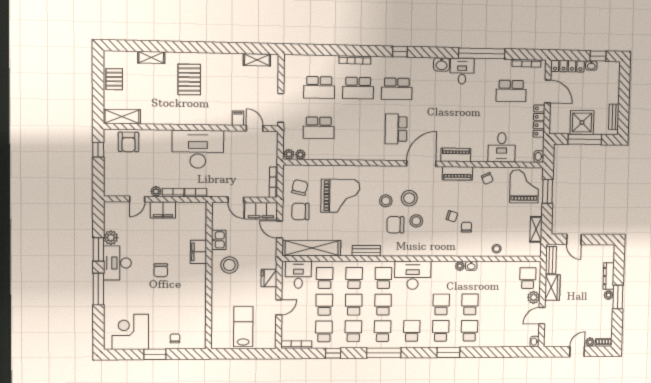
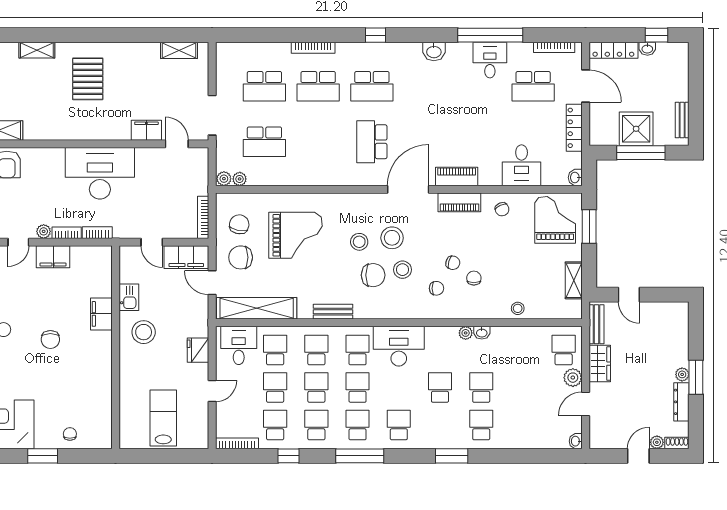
desk: (462, 71) -> (490, 60), moved
filing cabinet: (238, 118) -> (146, 130), width x2.00
chair: (395, 225) -> (373, 275), turned 180
chair: (440, 234) -> (436, 288), added
dresser: (609, 276) -> (681, 402), moved
school desk: (441, 331) -> (440, 425), removed

